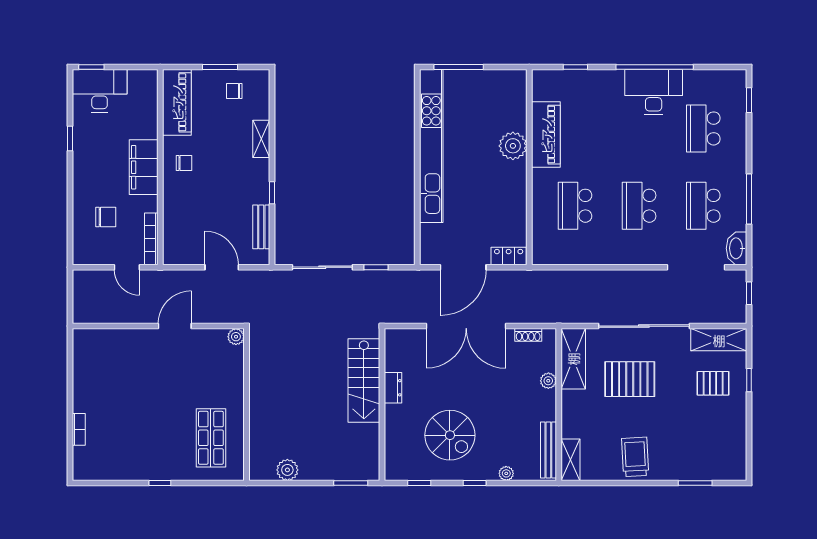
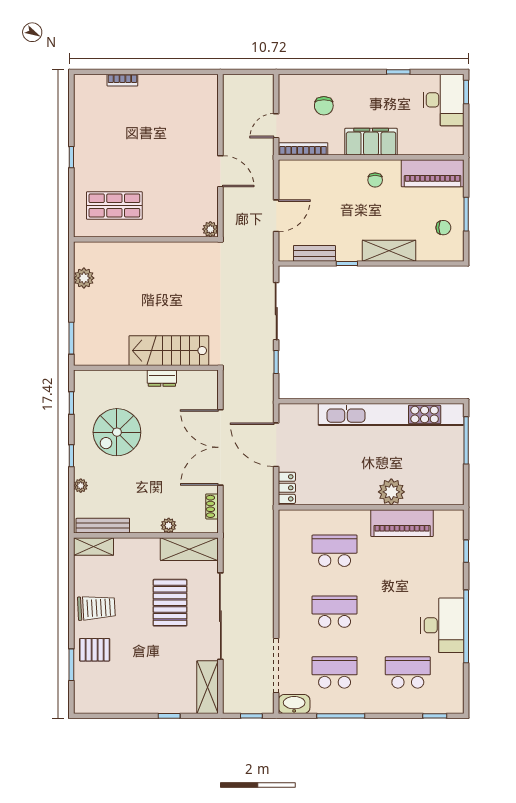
chair: (234, 91) -> (443, 228), turned 90
shelving: (261, 139) -> (389, 251), width x1.50, depth x1.33
pallet: (713, 383) -> (95, 650), moved, turned 90

